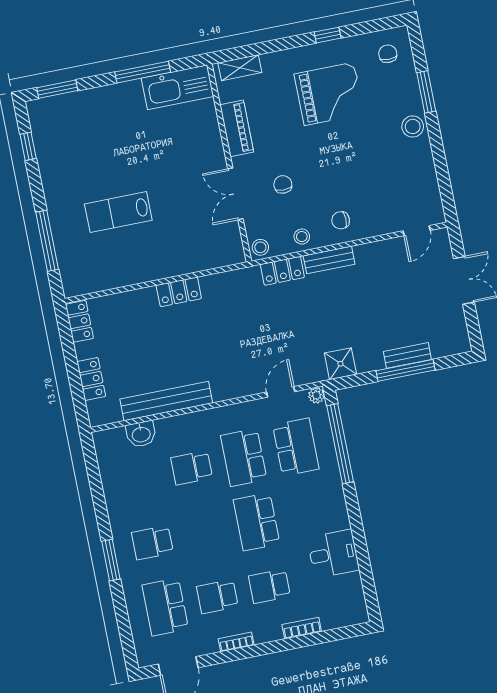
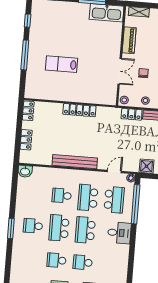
double door: (235, 194) -> (120, 71), swing flipped
window: (47, 241) -> (25, 55), moved
locker: (179, 292) -> (79, 110), width x1.53
bench: (166, 401) -> (75, 162), moved
washbasin: (141, 434) -> (25, 171), moved
desk: (333, 554) -> (119, 233), moved
school desk: (165, 607) -> (59, 228), moved

